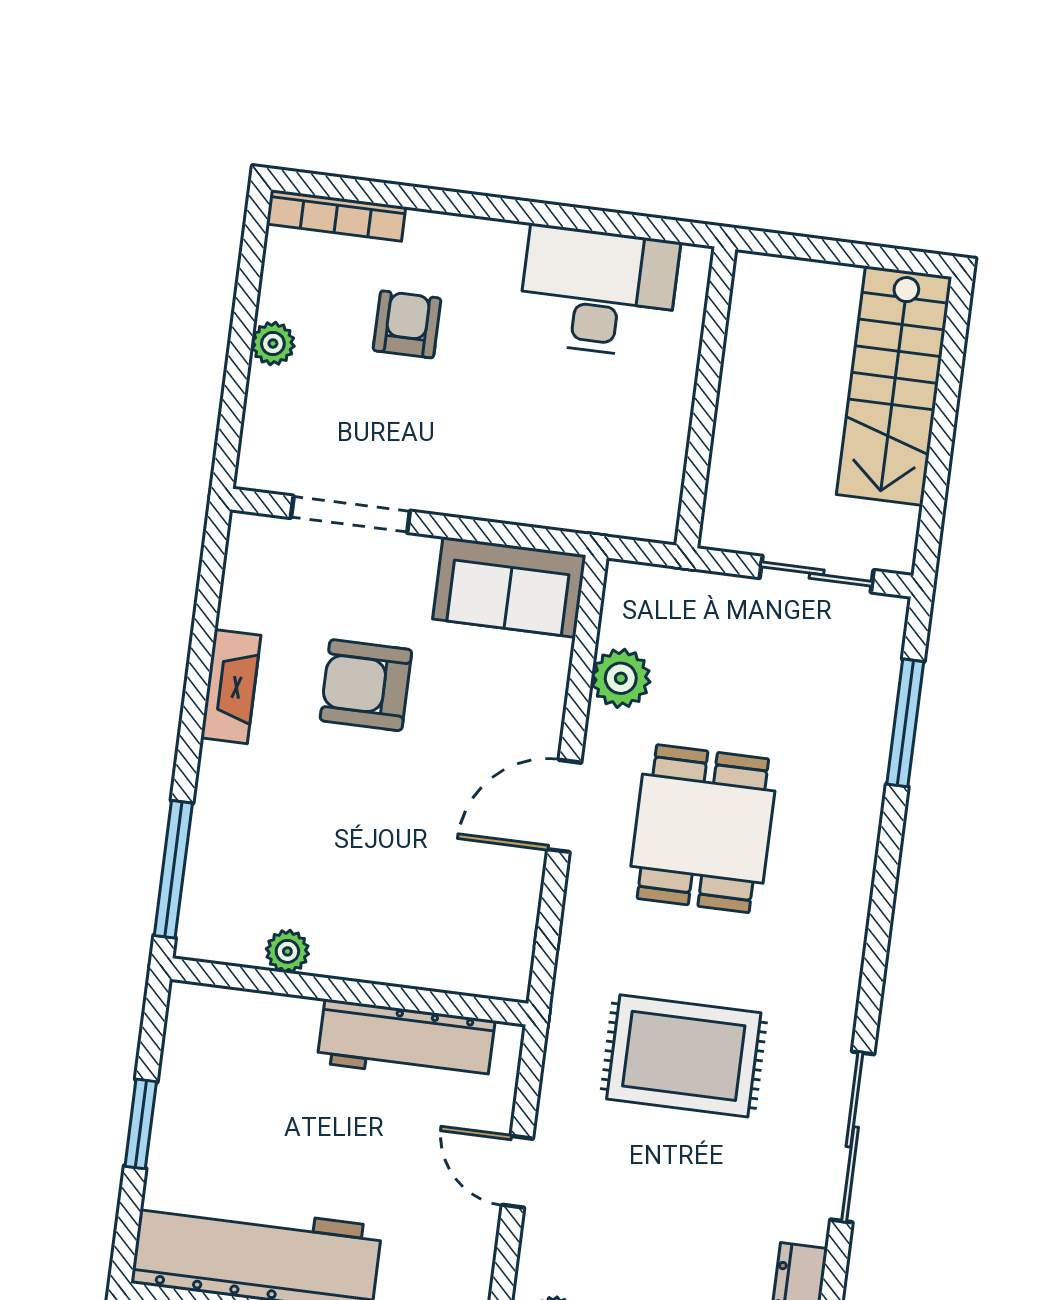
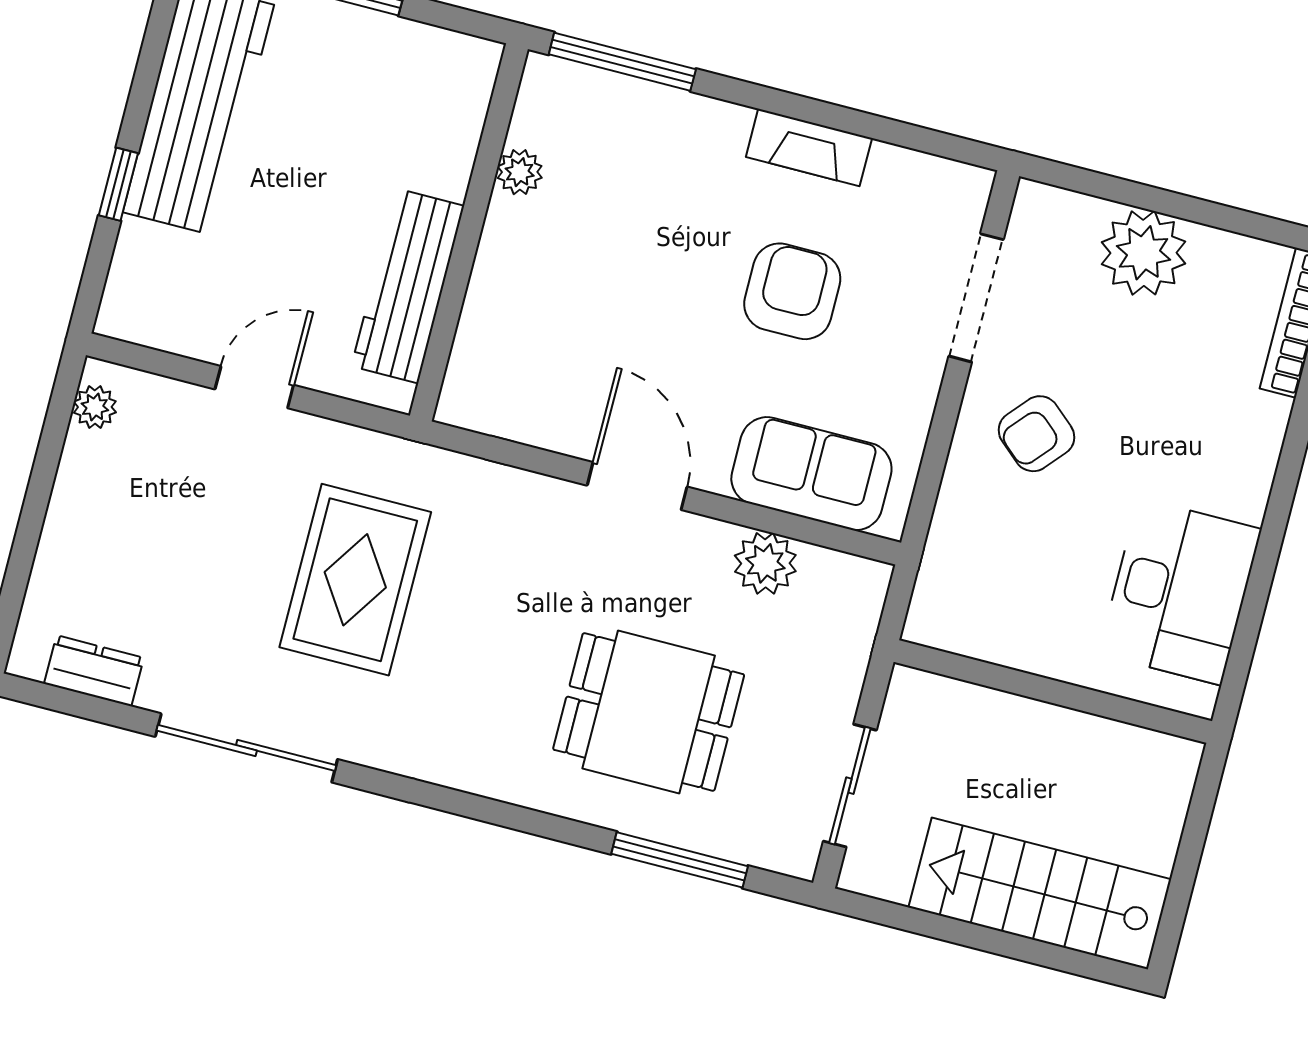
armchair: (407, 324) -> (1036, 434), moved, turned 131
plant: (273, 344) -> (1143, 253), width x1.87, depth x1.87
sofa: (509, 587) -> (811, 474), moved, turned 90
dining table: (703, 829) -> (649, 712), moved

